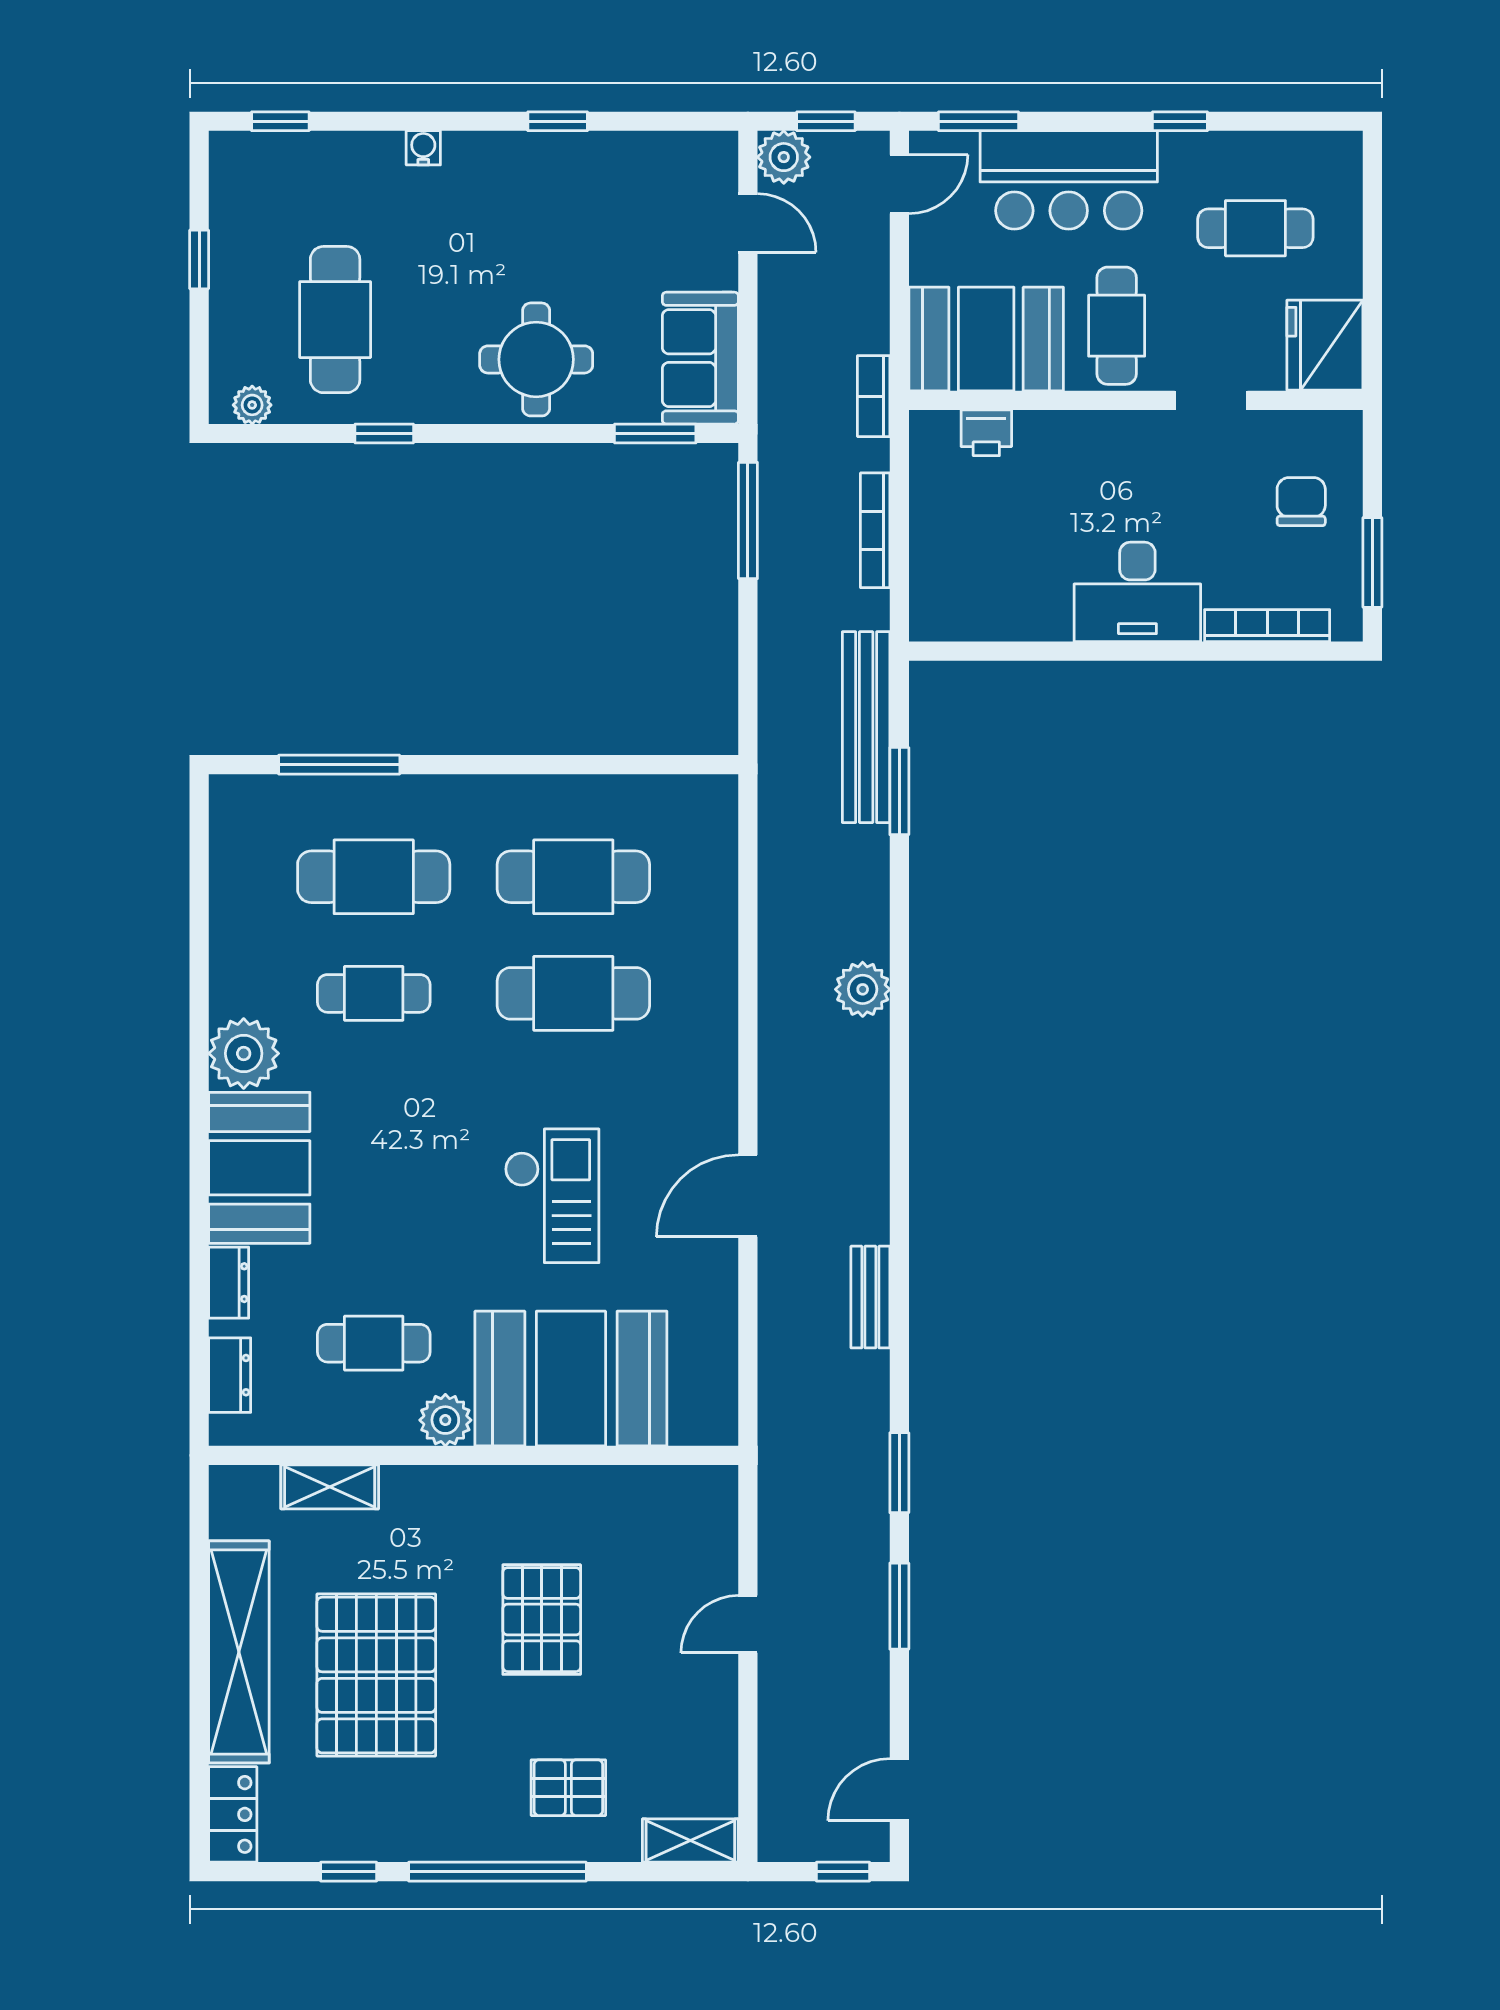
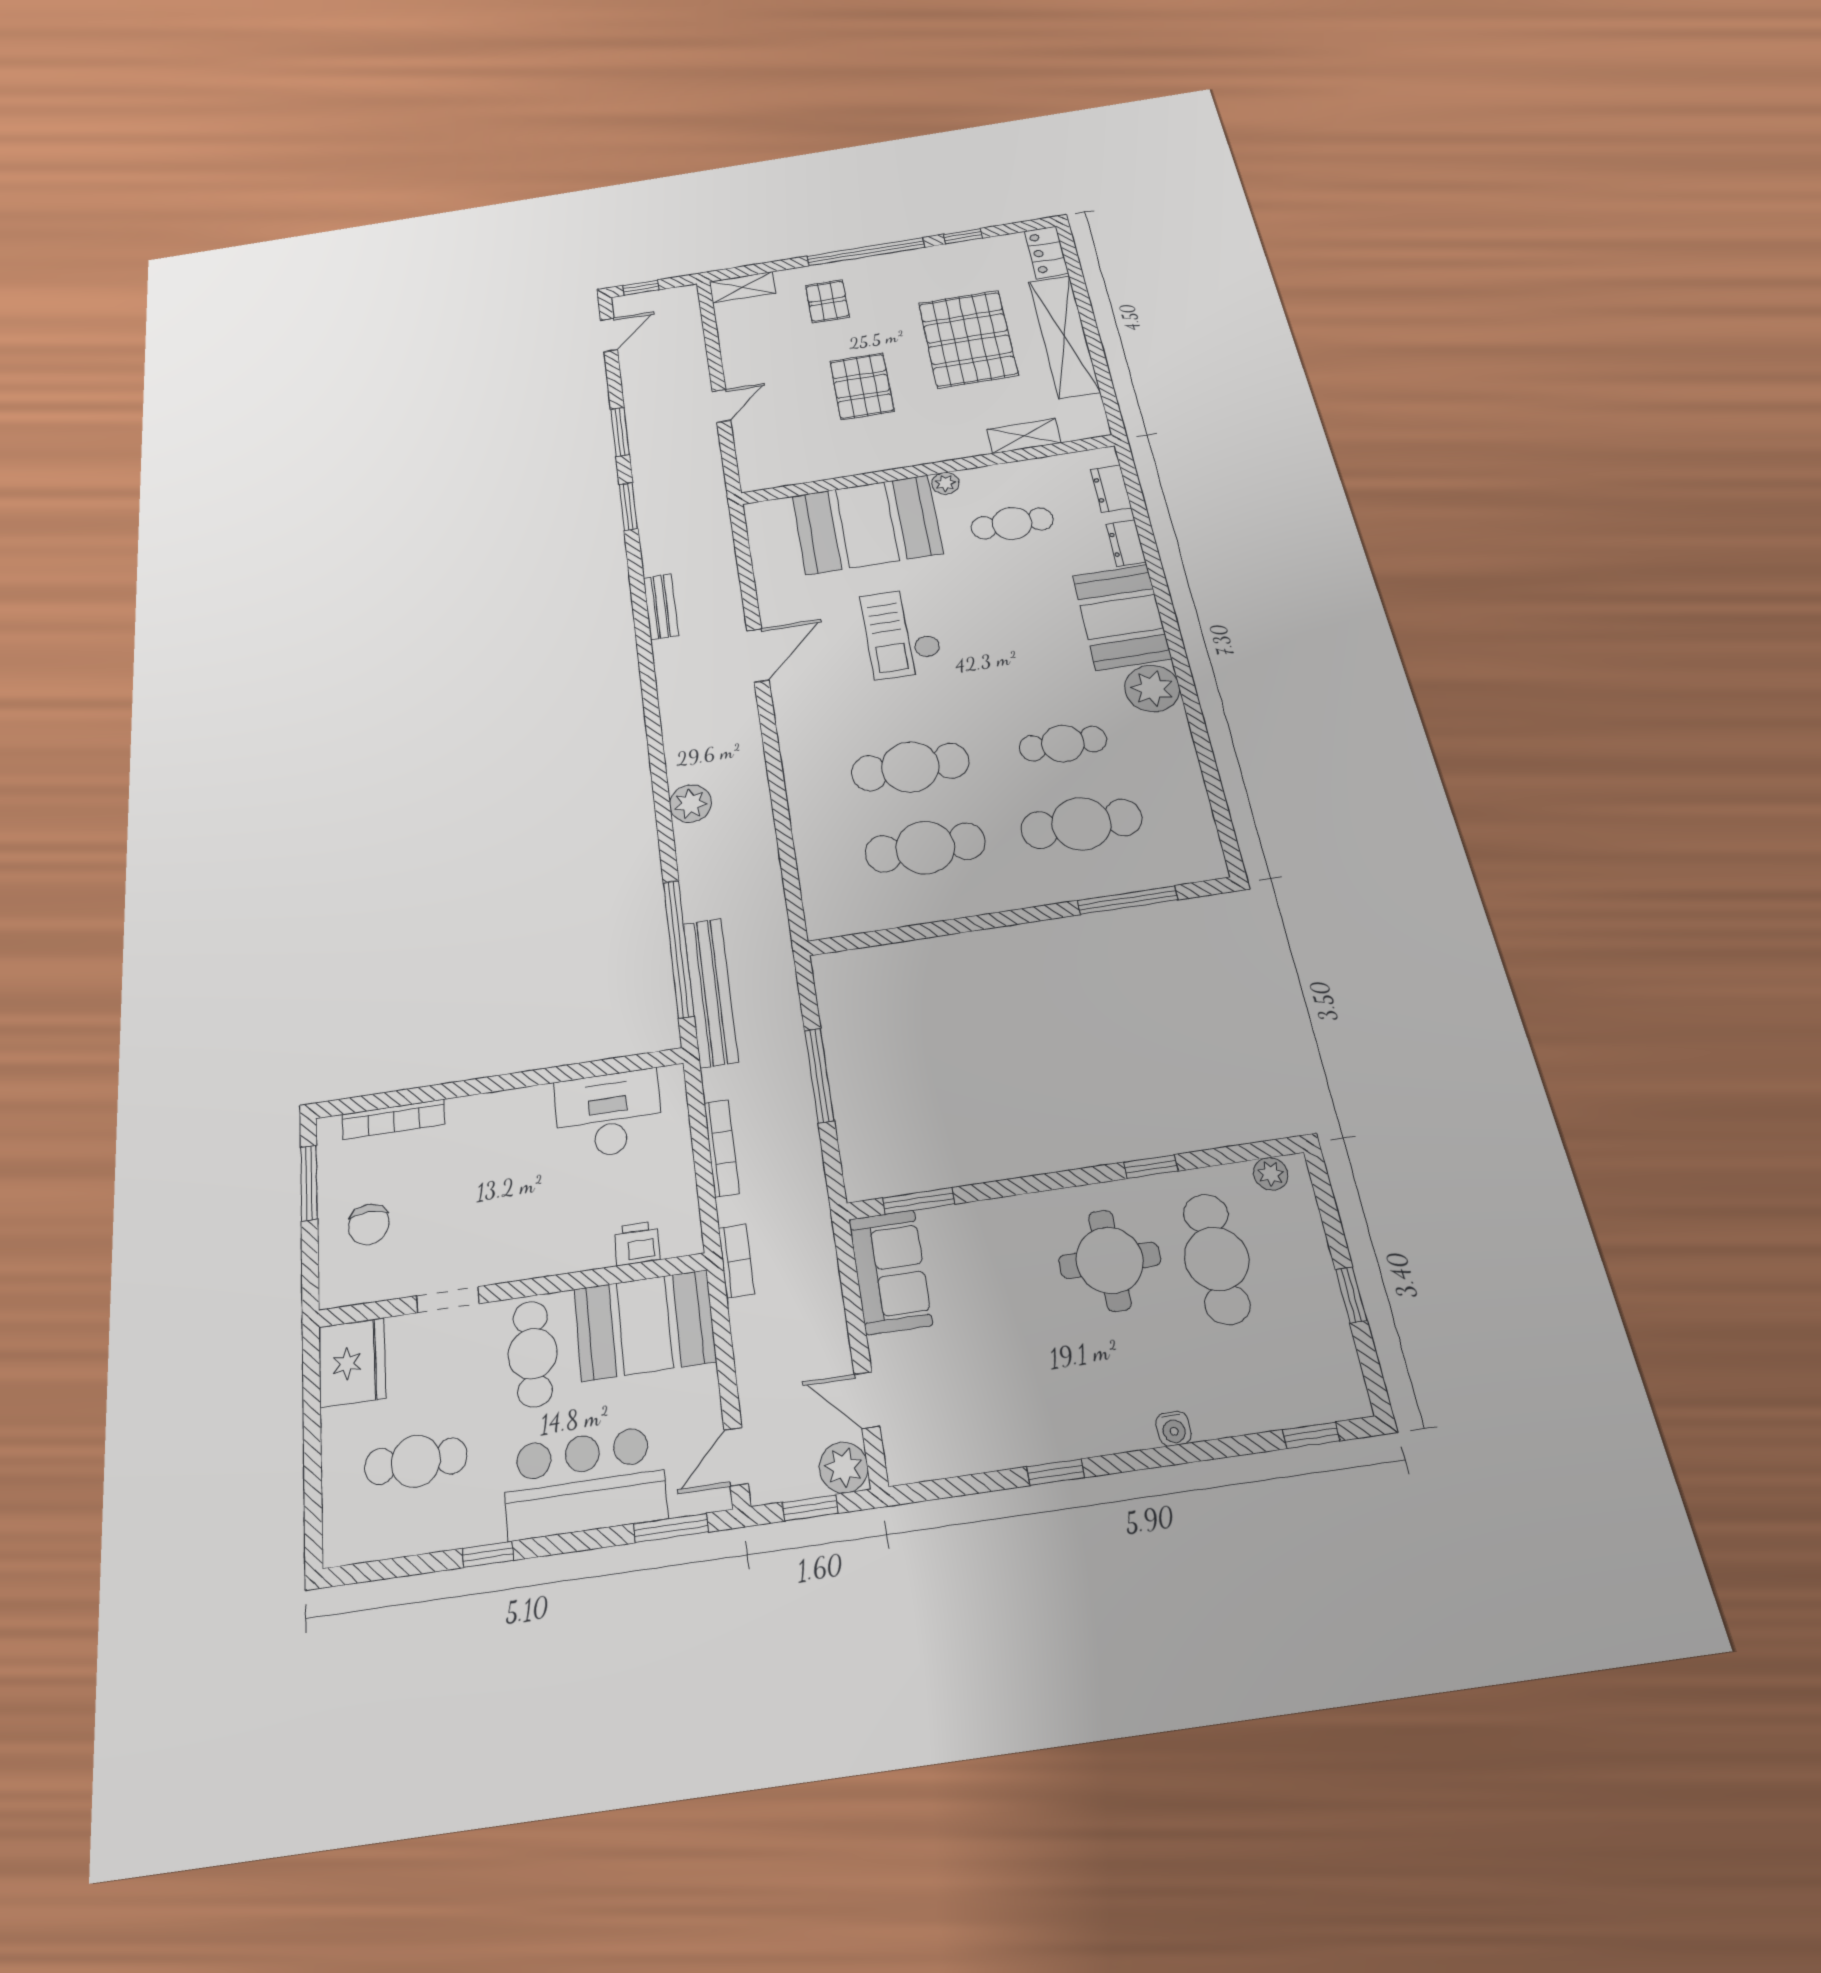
round table: (536, 359) -> (1110, 1260), moved
window: (748, 521) -> (819, 1075), moved
desk: (1137, 592) -> (609, 1114), moved
window: (899, 791) -> (678, 948), width x2.11
plant: (445, 1420) -> (945, 483), width x0.73, depth x0.73
pallet: (568, 1788) -> (827, 301), turned 90

